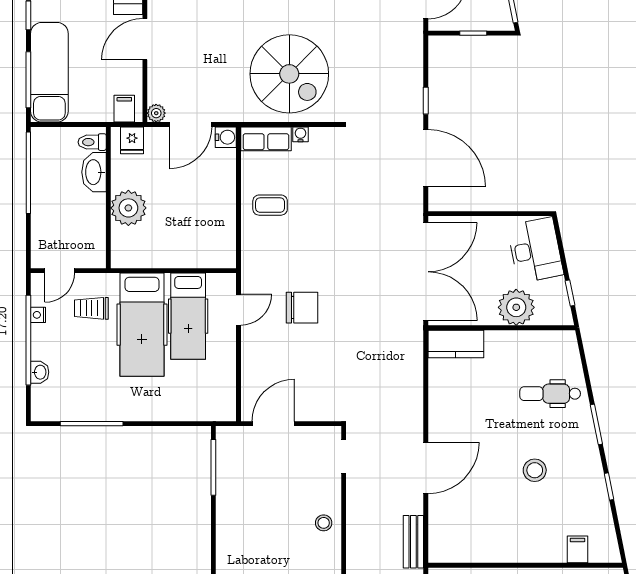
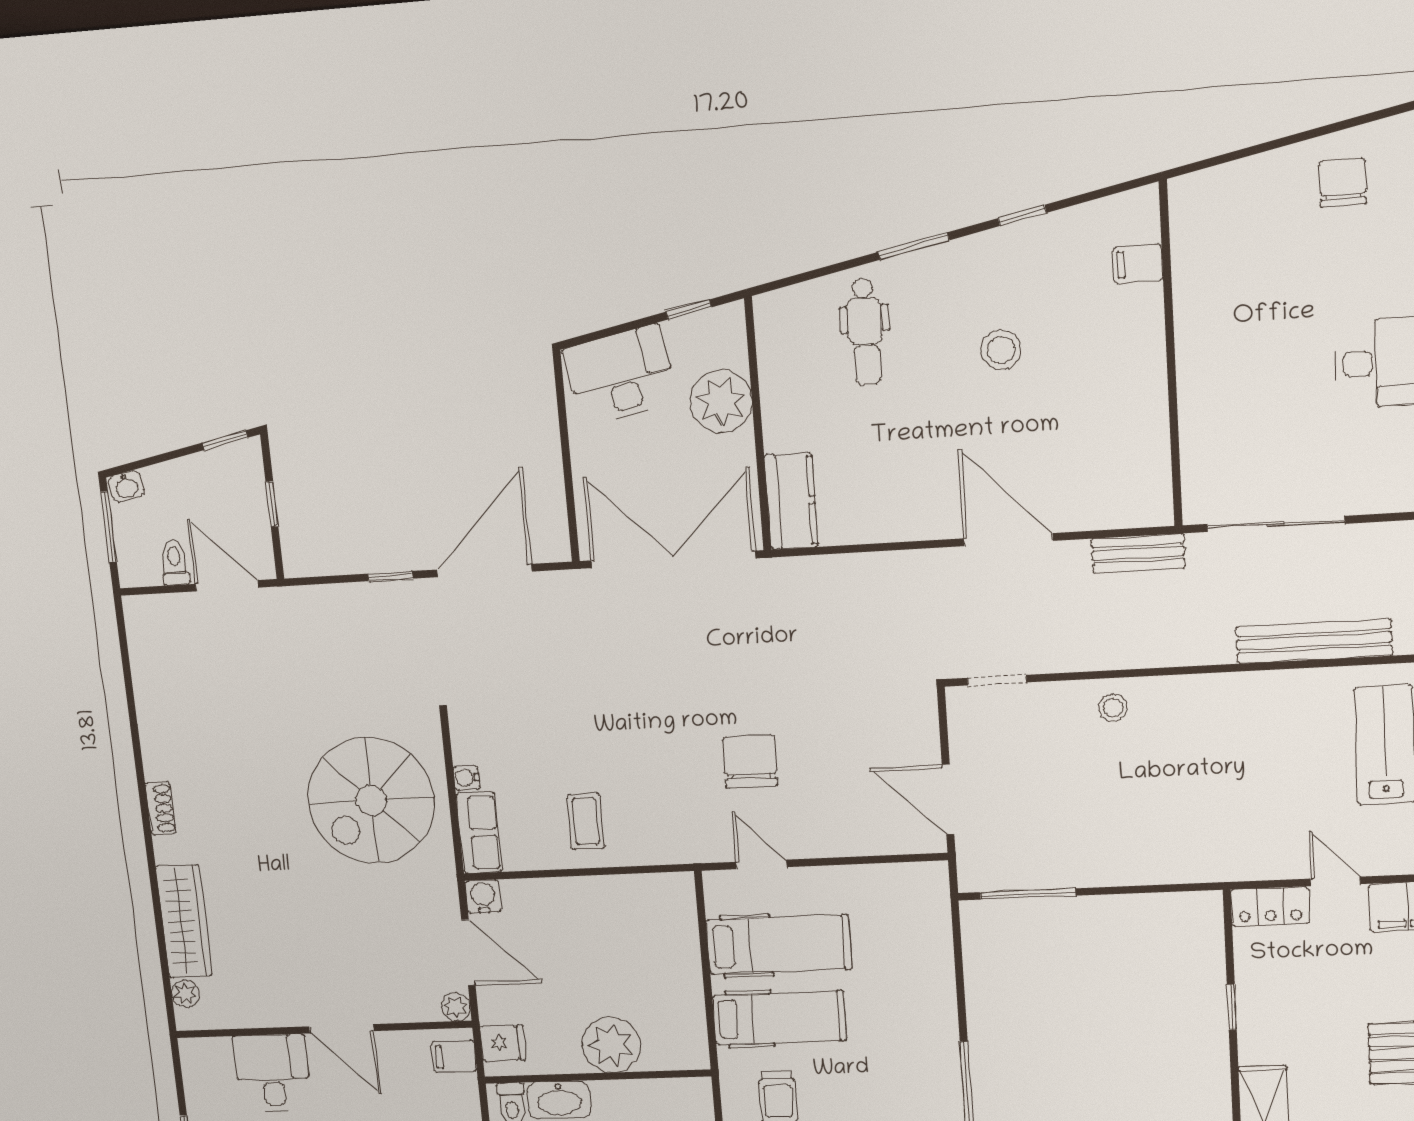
spiral stairs: (289, 74) -> (371, 800), turned 180
hospital bed: (142, 325) -> (779, 1018), width x0.73, depth x0.78

